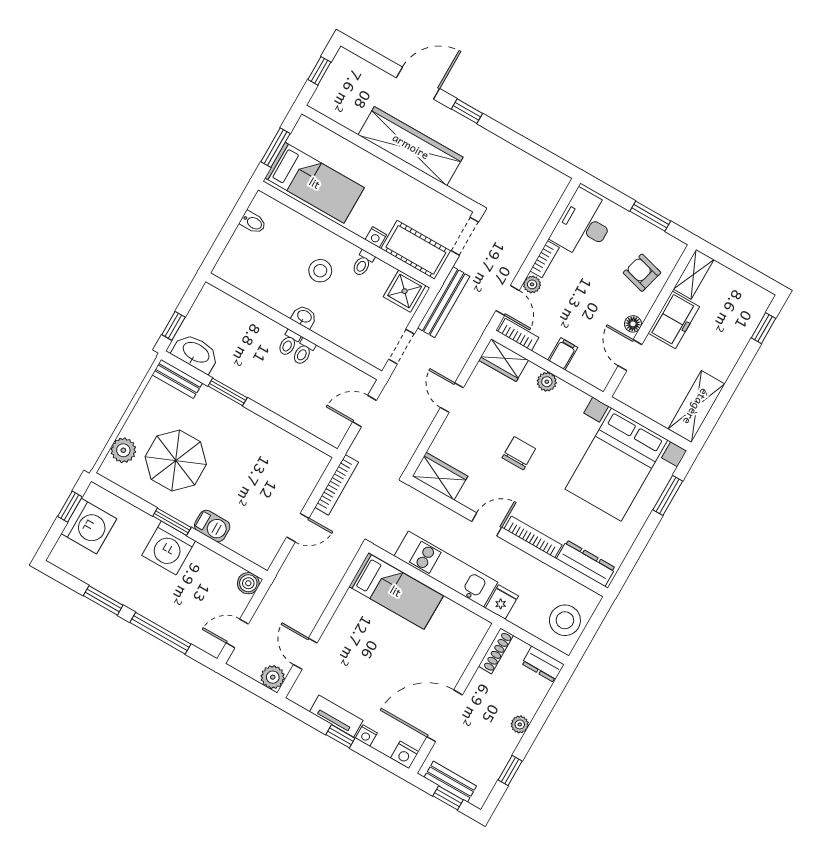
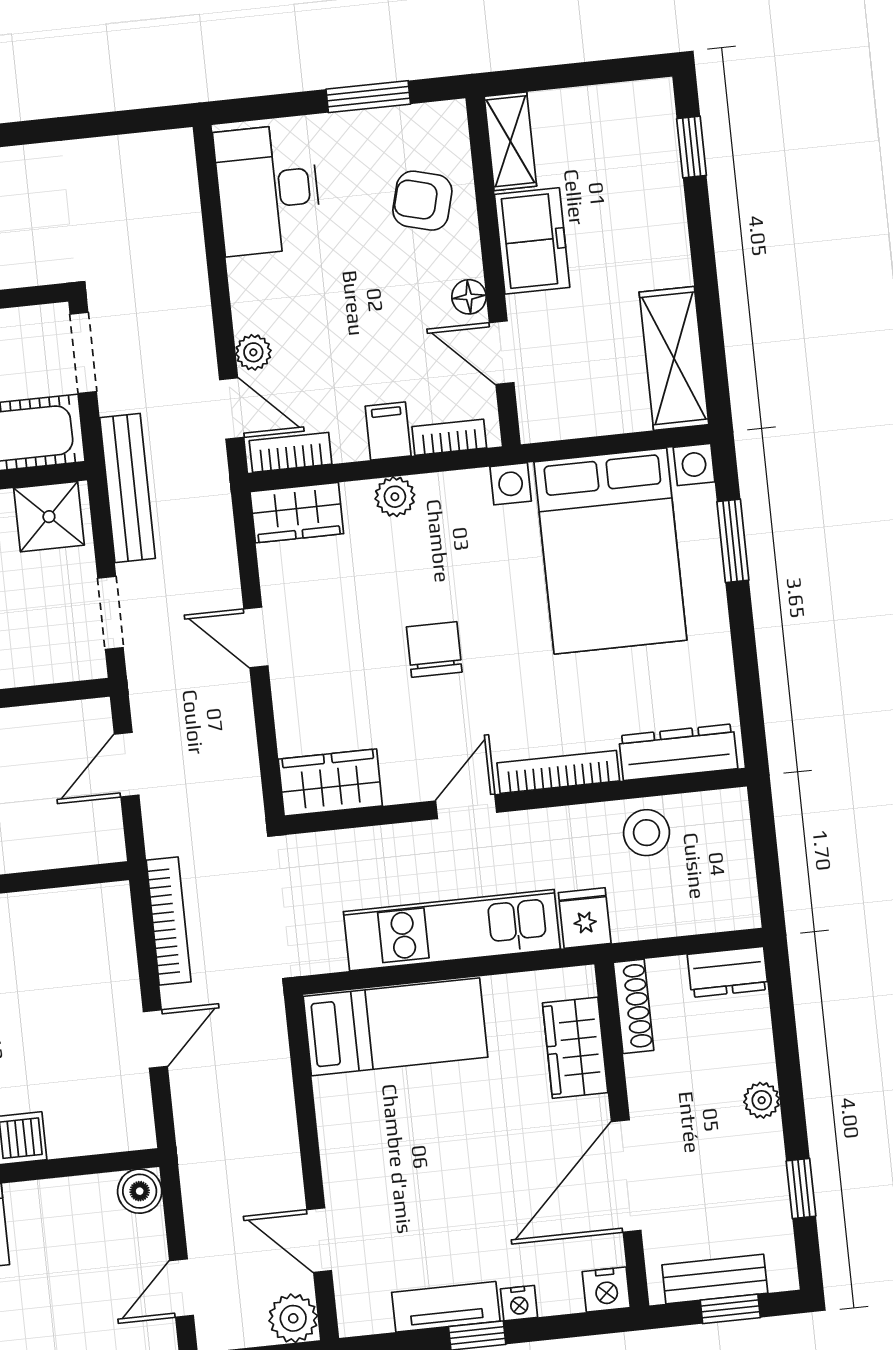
bookcase: (545, 259) -> (449, 437), moved, turned -90
stool: (565, 620) -> (646, 833), moved, width x0.73, depth x0.73
wardrobe: (461, 651) -> (575, 1048), added

